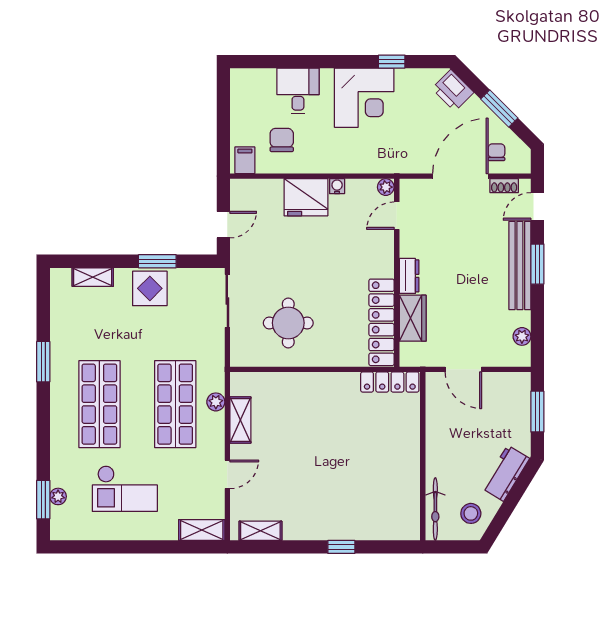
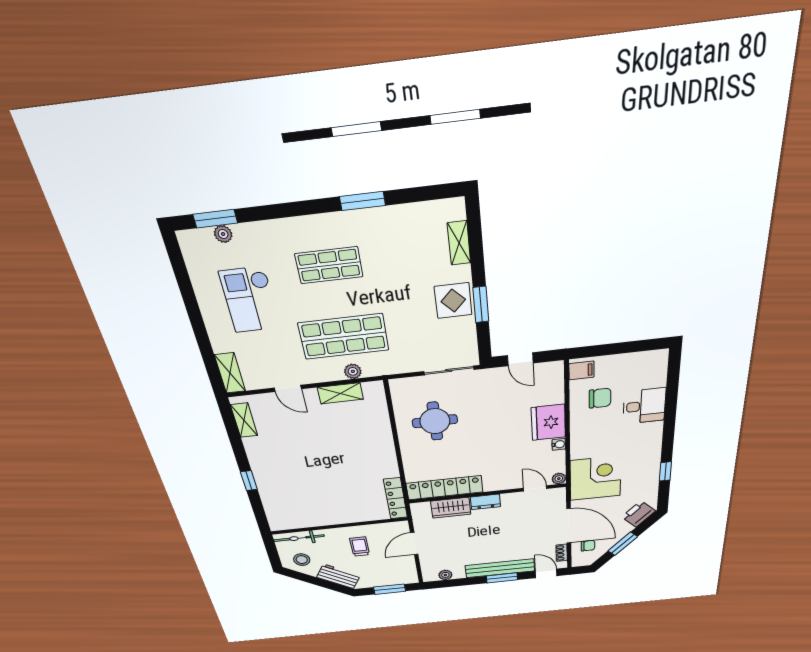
corner desk: (364, 98) -> (595, 478), moved, turned 180
shop shelf: (99, 404) -> (329, 265), width x0.70, depth x0.74
trolley: (459, 437) -> (360, 547), added

